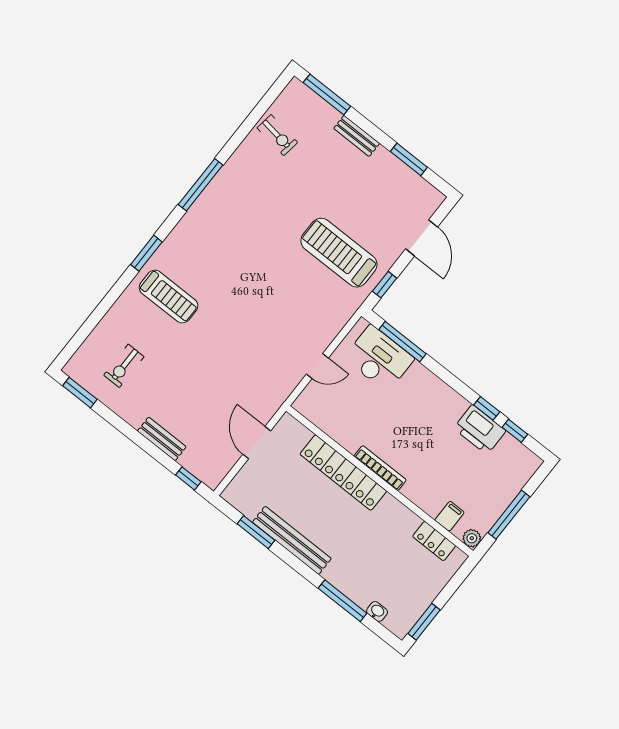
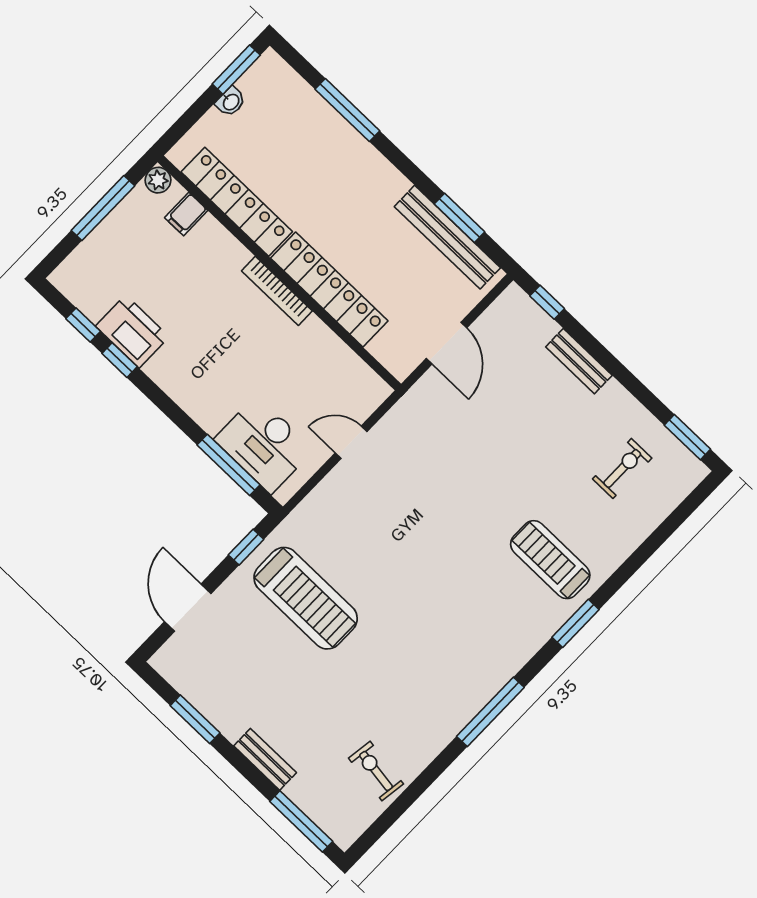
bench: (292, 540) -> (447, 237), moved
locker: (434, 541) -> (237, 202), width x2.16, depth x1.21
washbasin: (377, 611) -> (231, 102), moved, turned -90

